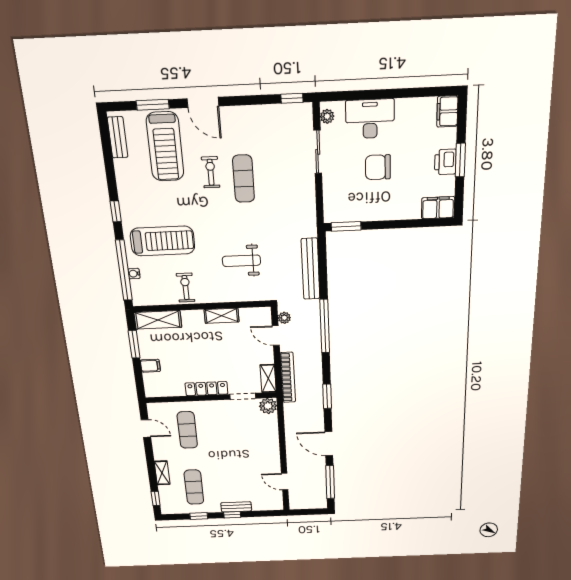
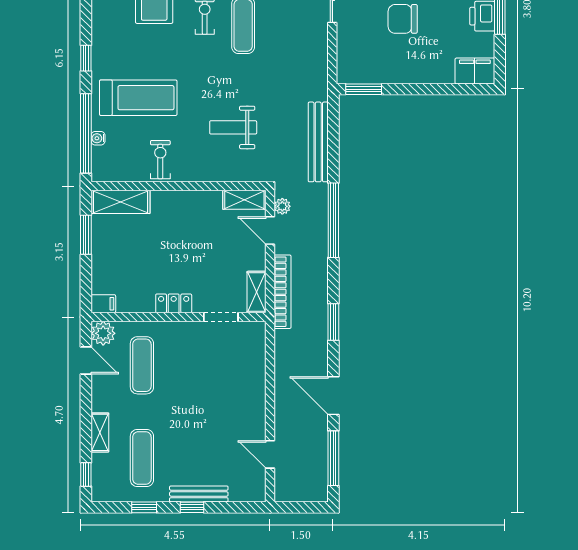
shelving: (222, 316) -> (244, 200), moved
filing cabinet: (150, 366) -> (103, 304), moved
locker: (206, 389) -> (174, 303), width x0.66
plant: (268, 406) -> (103, 333), moved
bench: (236, 507) -> (199, 494), width x1.36

